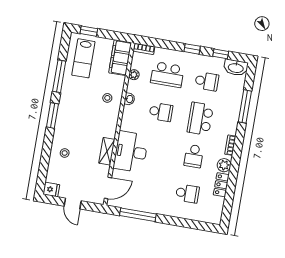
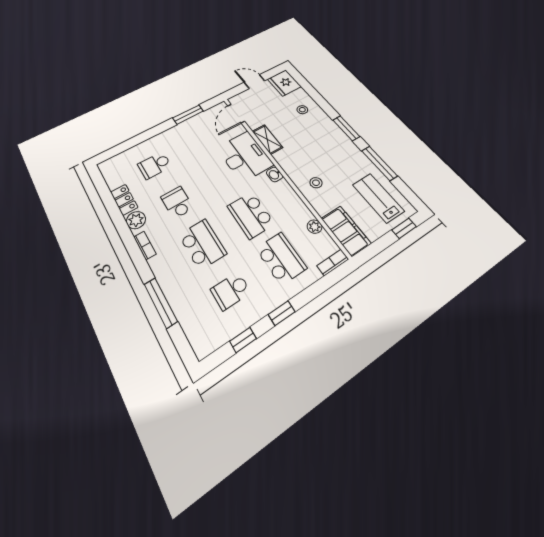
washbasin: (236, 68) -> (210, 340), removed
school desk: (167, 75) -> (281, 258), turned 90
washbasin: (129, 99) -> (275, 174), moved
school desk: (161, 112) -> (251, 215), width x1.85
fridge: (51, 189) -> (284, 83), width x1.88, depth x1.34
window: (138, 215) -> (188, 115), width x0.69

